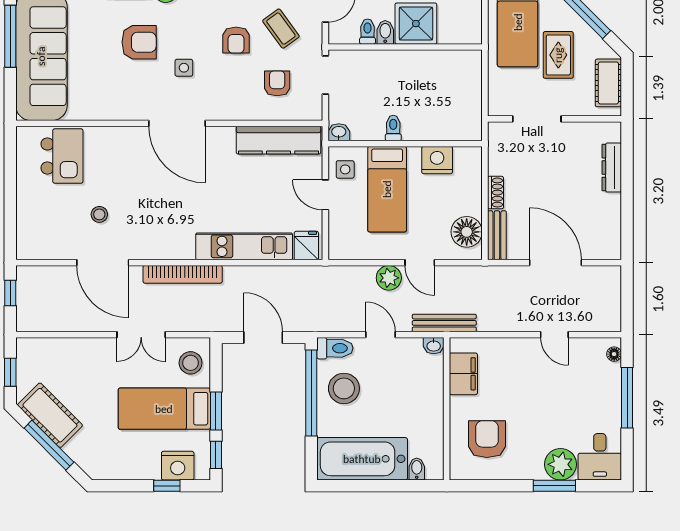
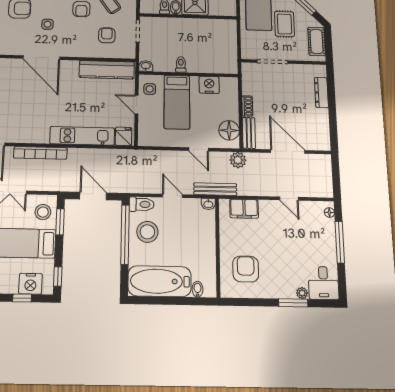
plant: (389, 278) -> (238, 160), moved
filing cabinet: (463, 374) -> (244, 209), moved, turned 90
window: (216, 411) -> (60, 222), moved
plant: (561, 464) -> (302, 293), width x0.53, depth x0.53

